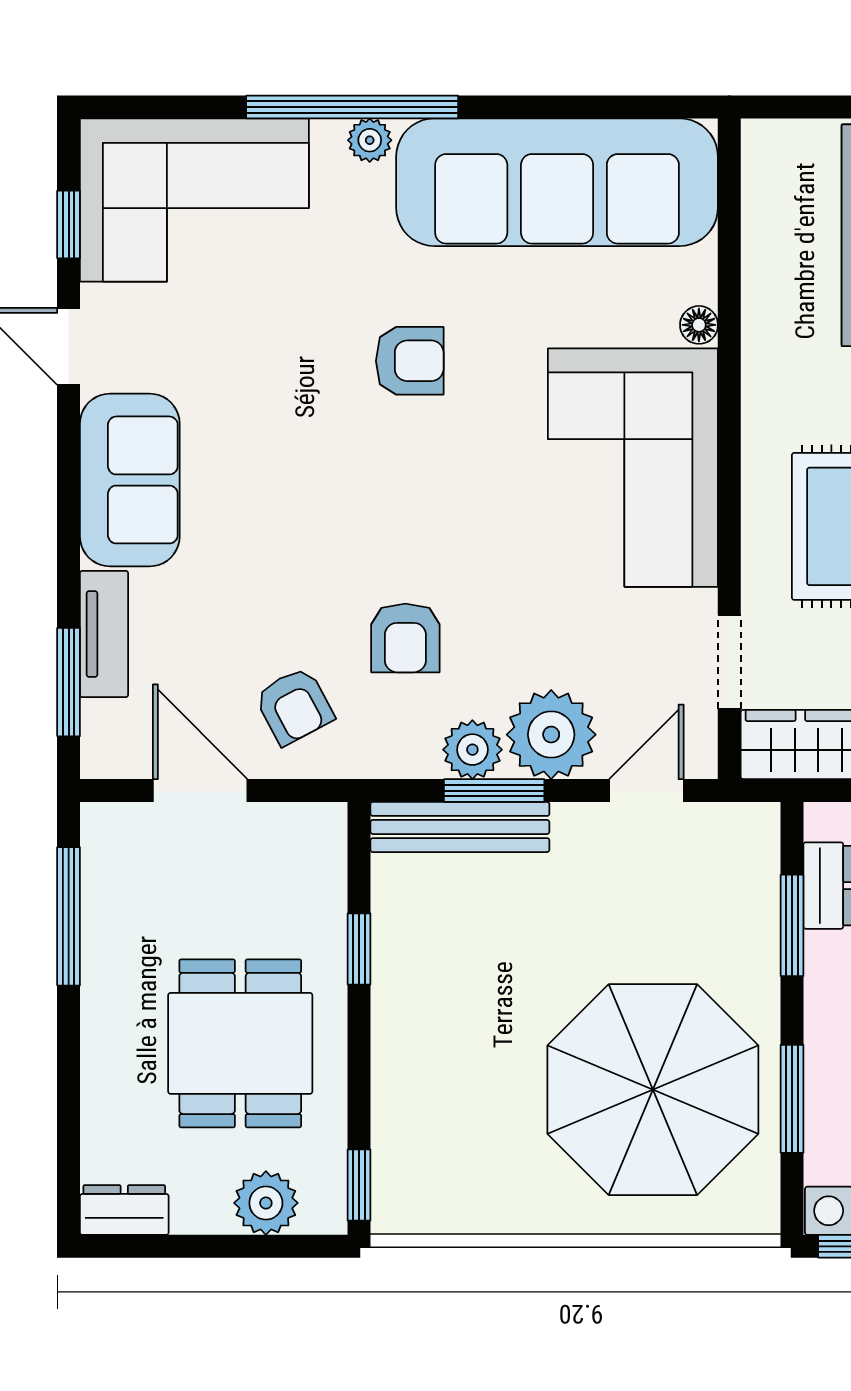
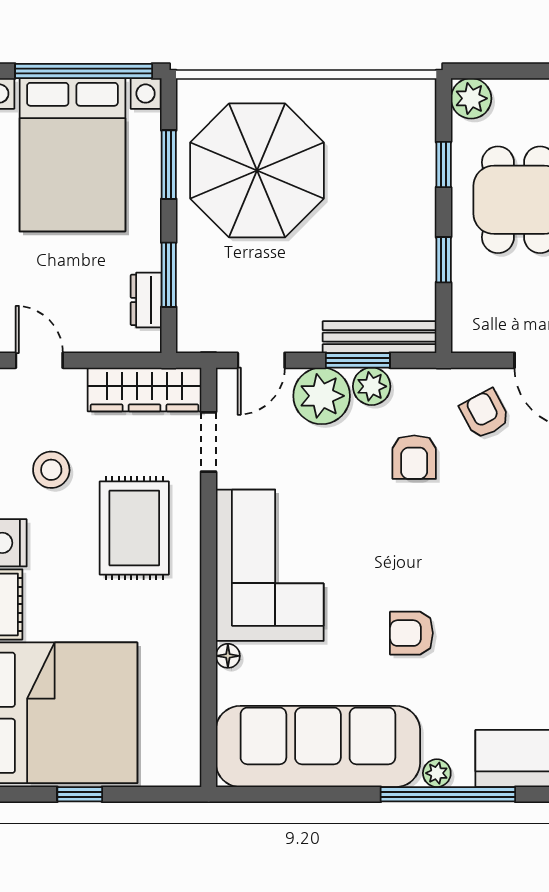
armchair: (405, 638) -> (414, 457), turned 180
window: (359, 1185) -> (444, 165), moved
plant: (266, 1203) -> (471, 98), moved

